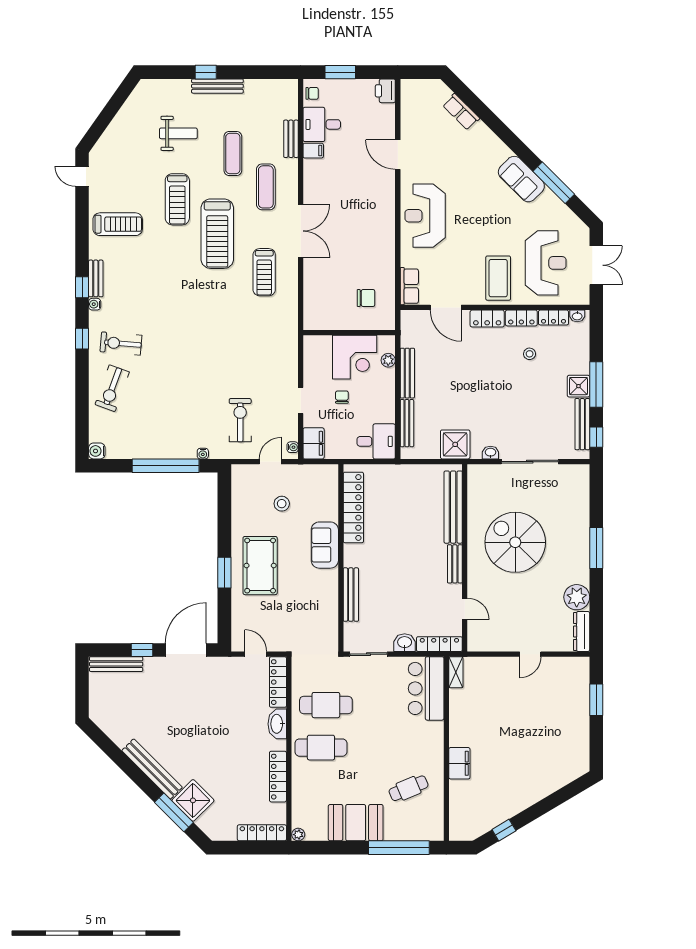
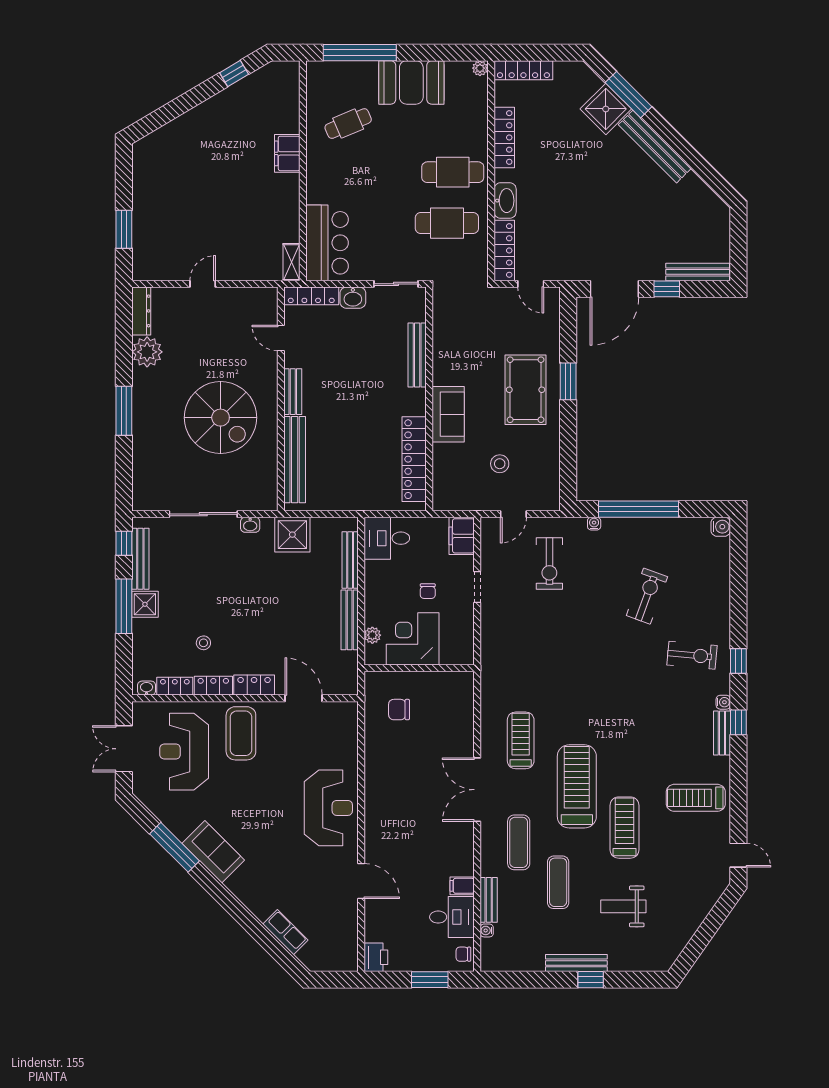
row of seats: (409, 286) -> (347, 724), removed
exercise bike: (112, 388) -> (647, 596), moved
water cooler: (293, 447) -> (487, 930), moved

